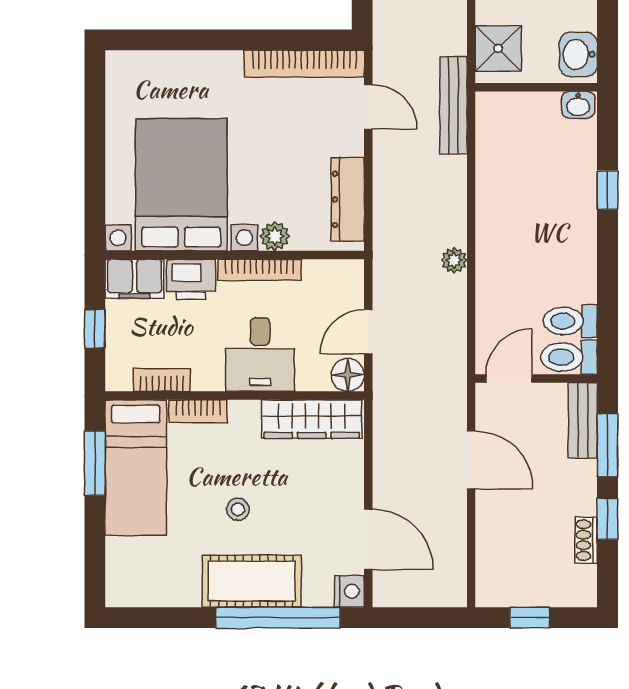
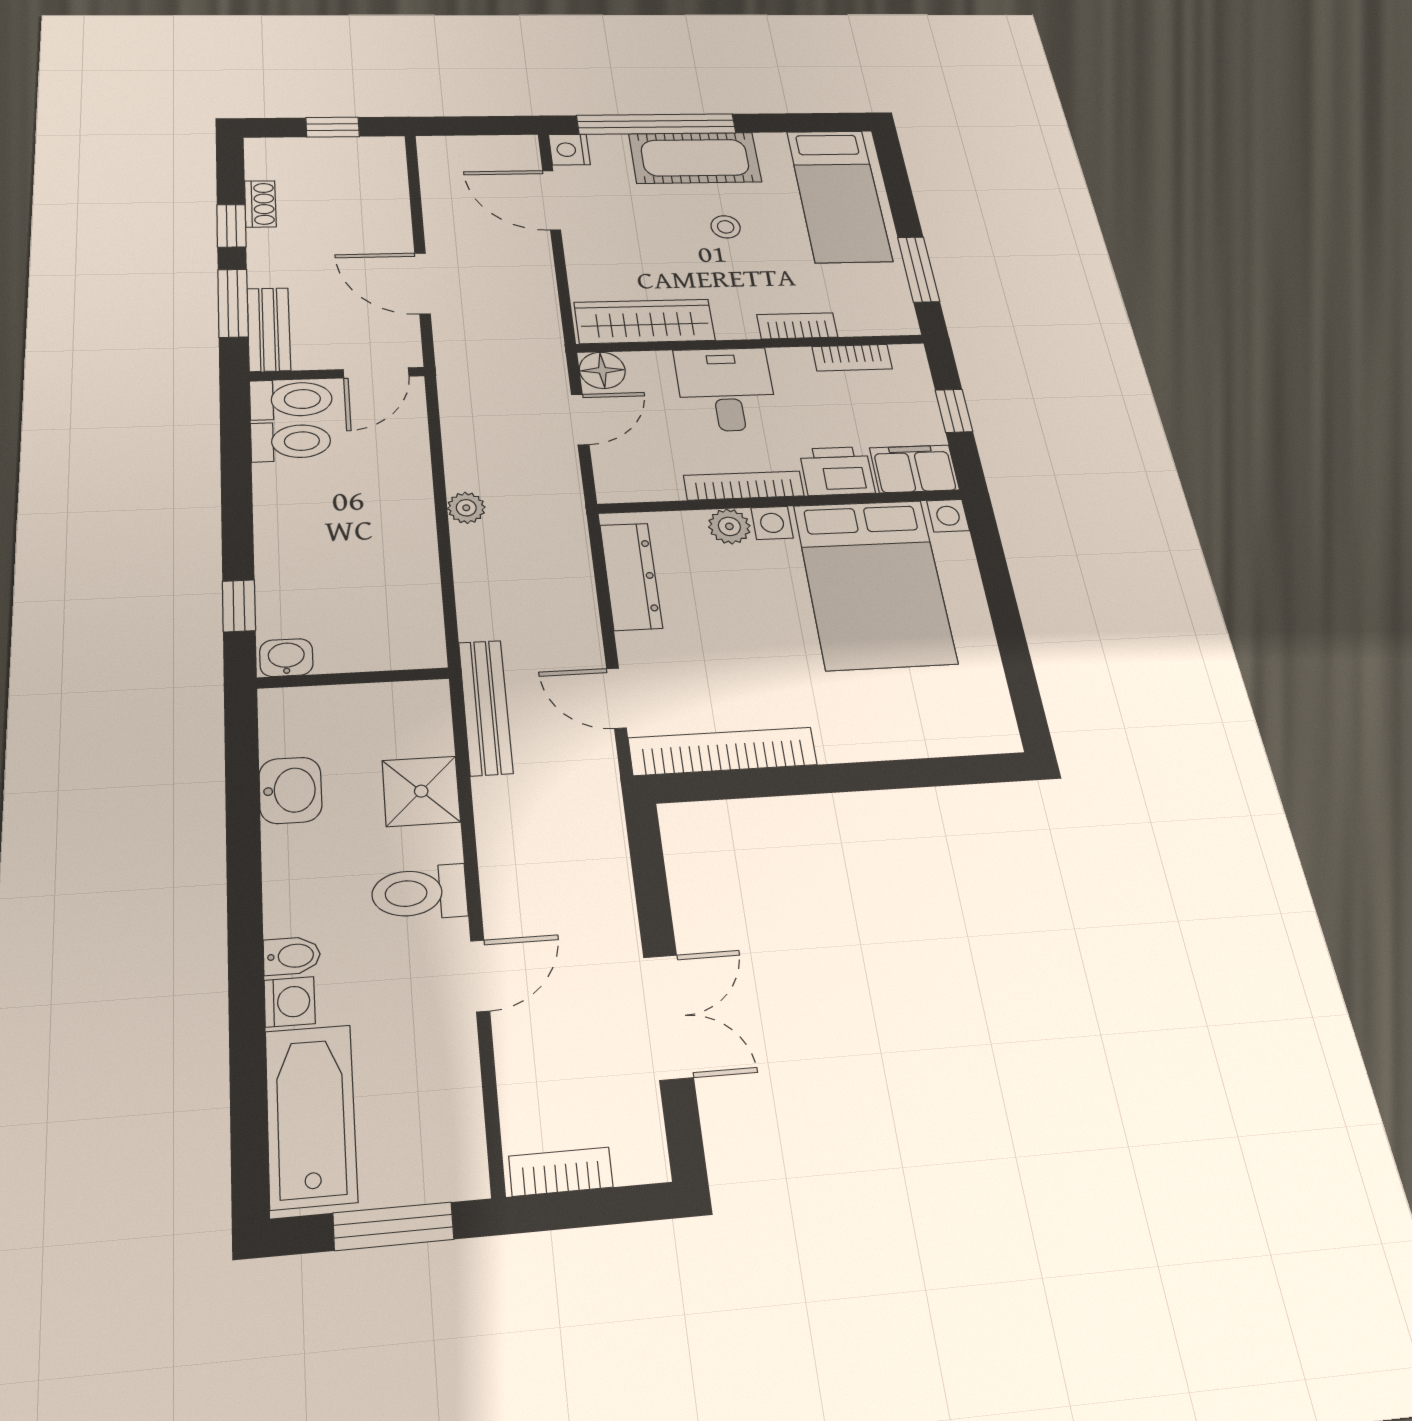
wall: (536, 87) -> (353, 678), moved
washbasin: (578, 105) -> (286, 658), moved
bed: (136, 468) -> (839, 196), moved, turned 180

